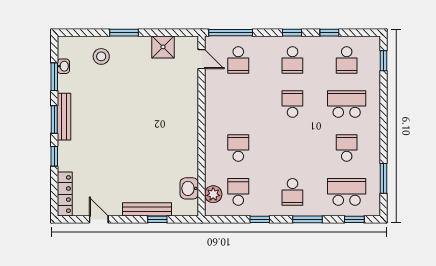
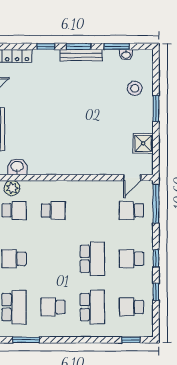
school desk: (292, 104) -> (92, 259), width x1.85
school desk: (347, 148) -> (53, 307), turned 180

